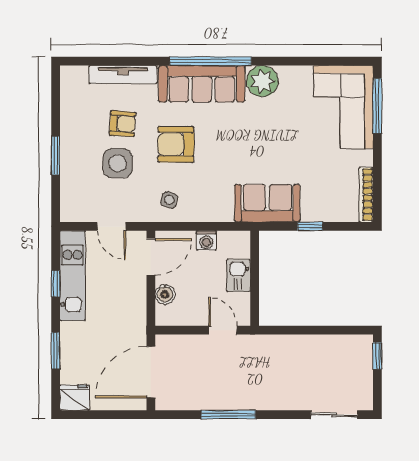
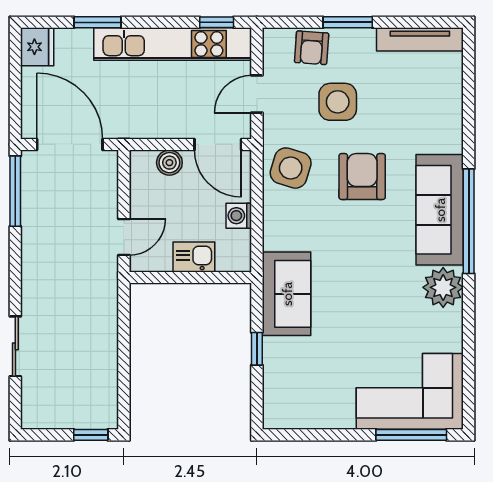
tv unit: (123, 75) -> (420, 39), moved, turned -90
armchair: (123, 124) -> (312, 48), moved
bookcase: (366, 195) -> (298, 420), removed
side table: (169, 200) -> (291, 168), width x1.87, depth x1.87
kitchen unit: (72, 276) -> (173, 44), width x1.36
window: (56, 284) -> (217, 22), moved
window: (229, 415) -> (15, 191), moved
sliding door: (334, 415) -> (15, 346), moved

